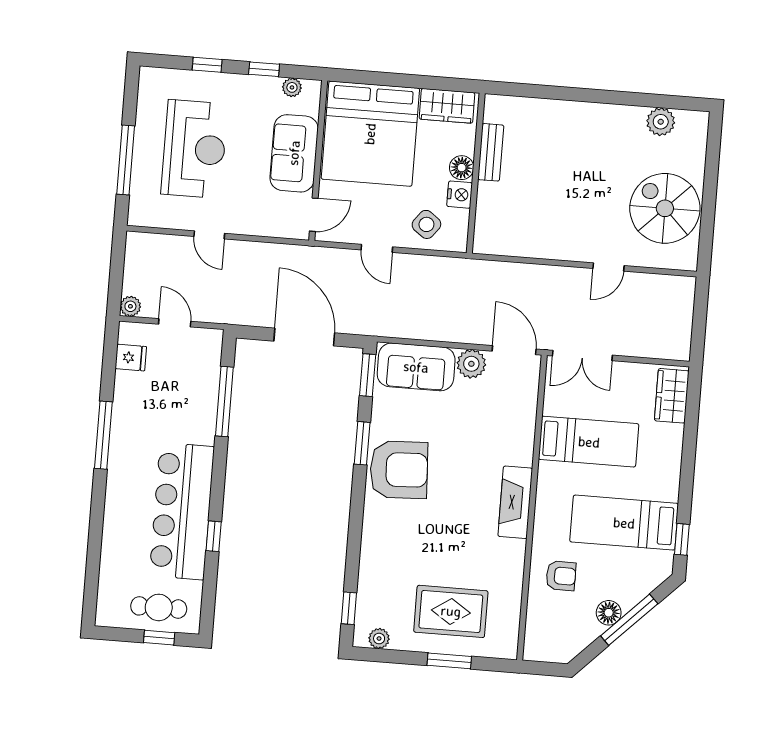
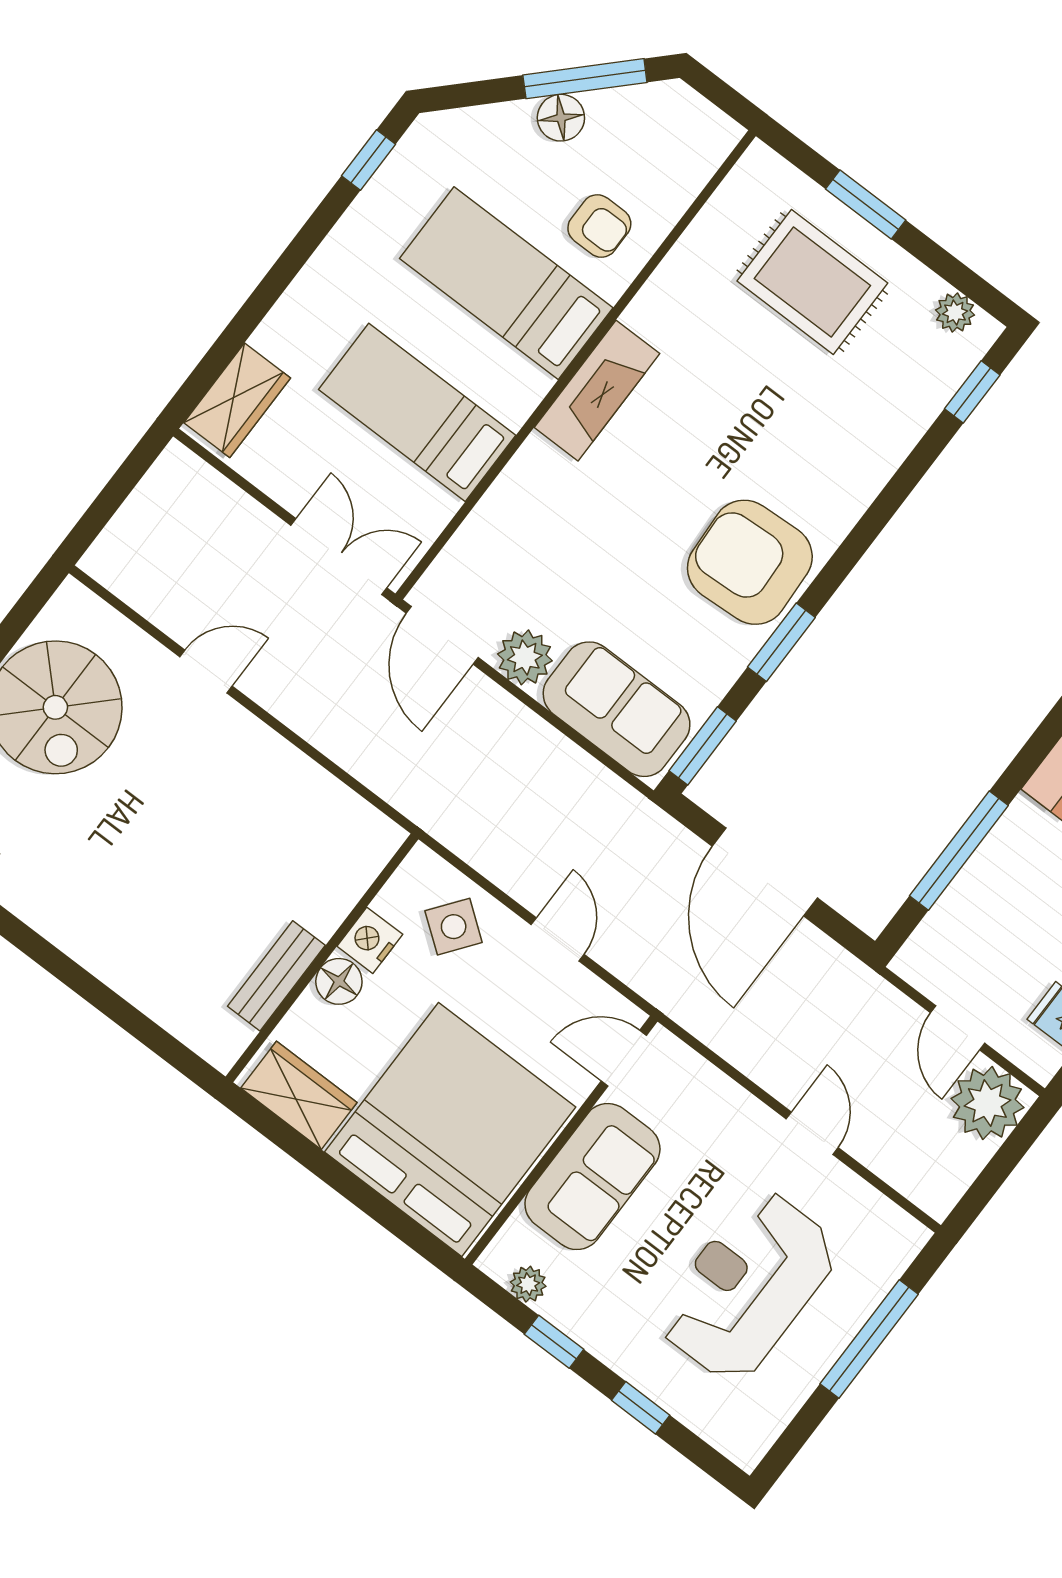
plant: (130, 306) -> (987, 1103), width x1.87, depth x1.87
bed: (624, 523) -> (506, 283), moved, turned 180
armchair: (561, 576) -> (599, 226), turned 180
window: (629, 620) -> (585, 79), moved

